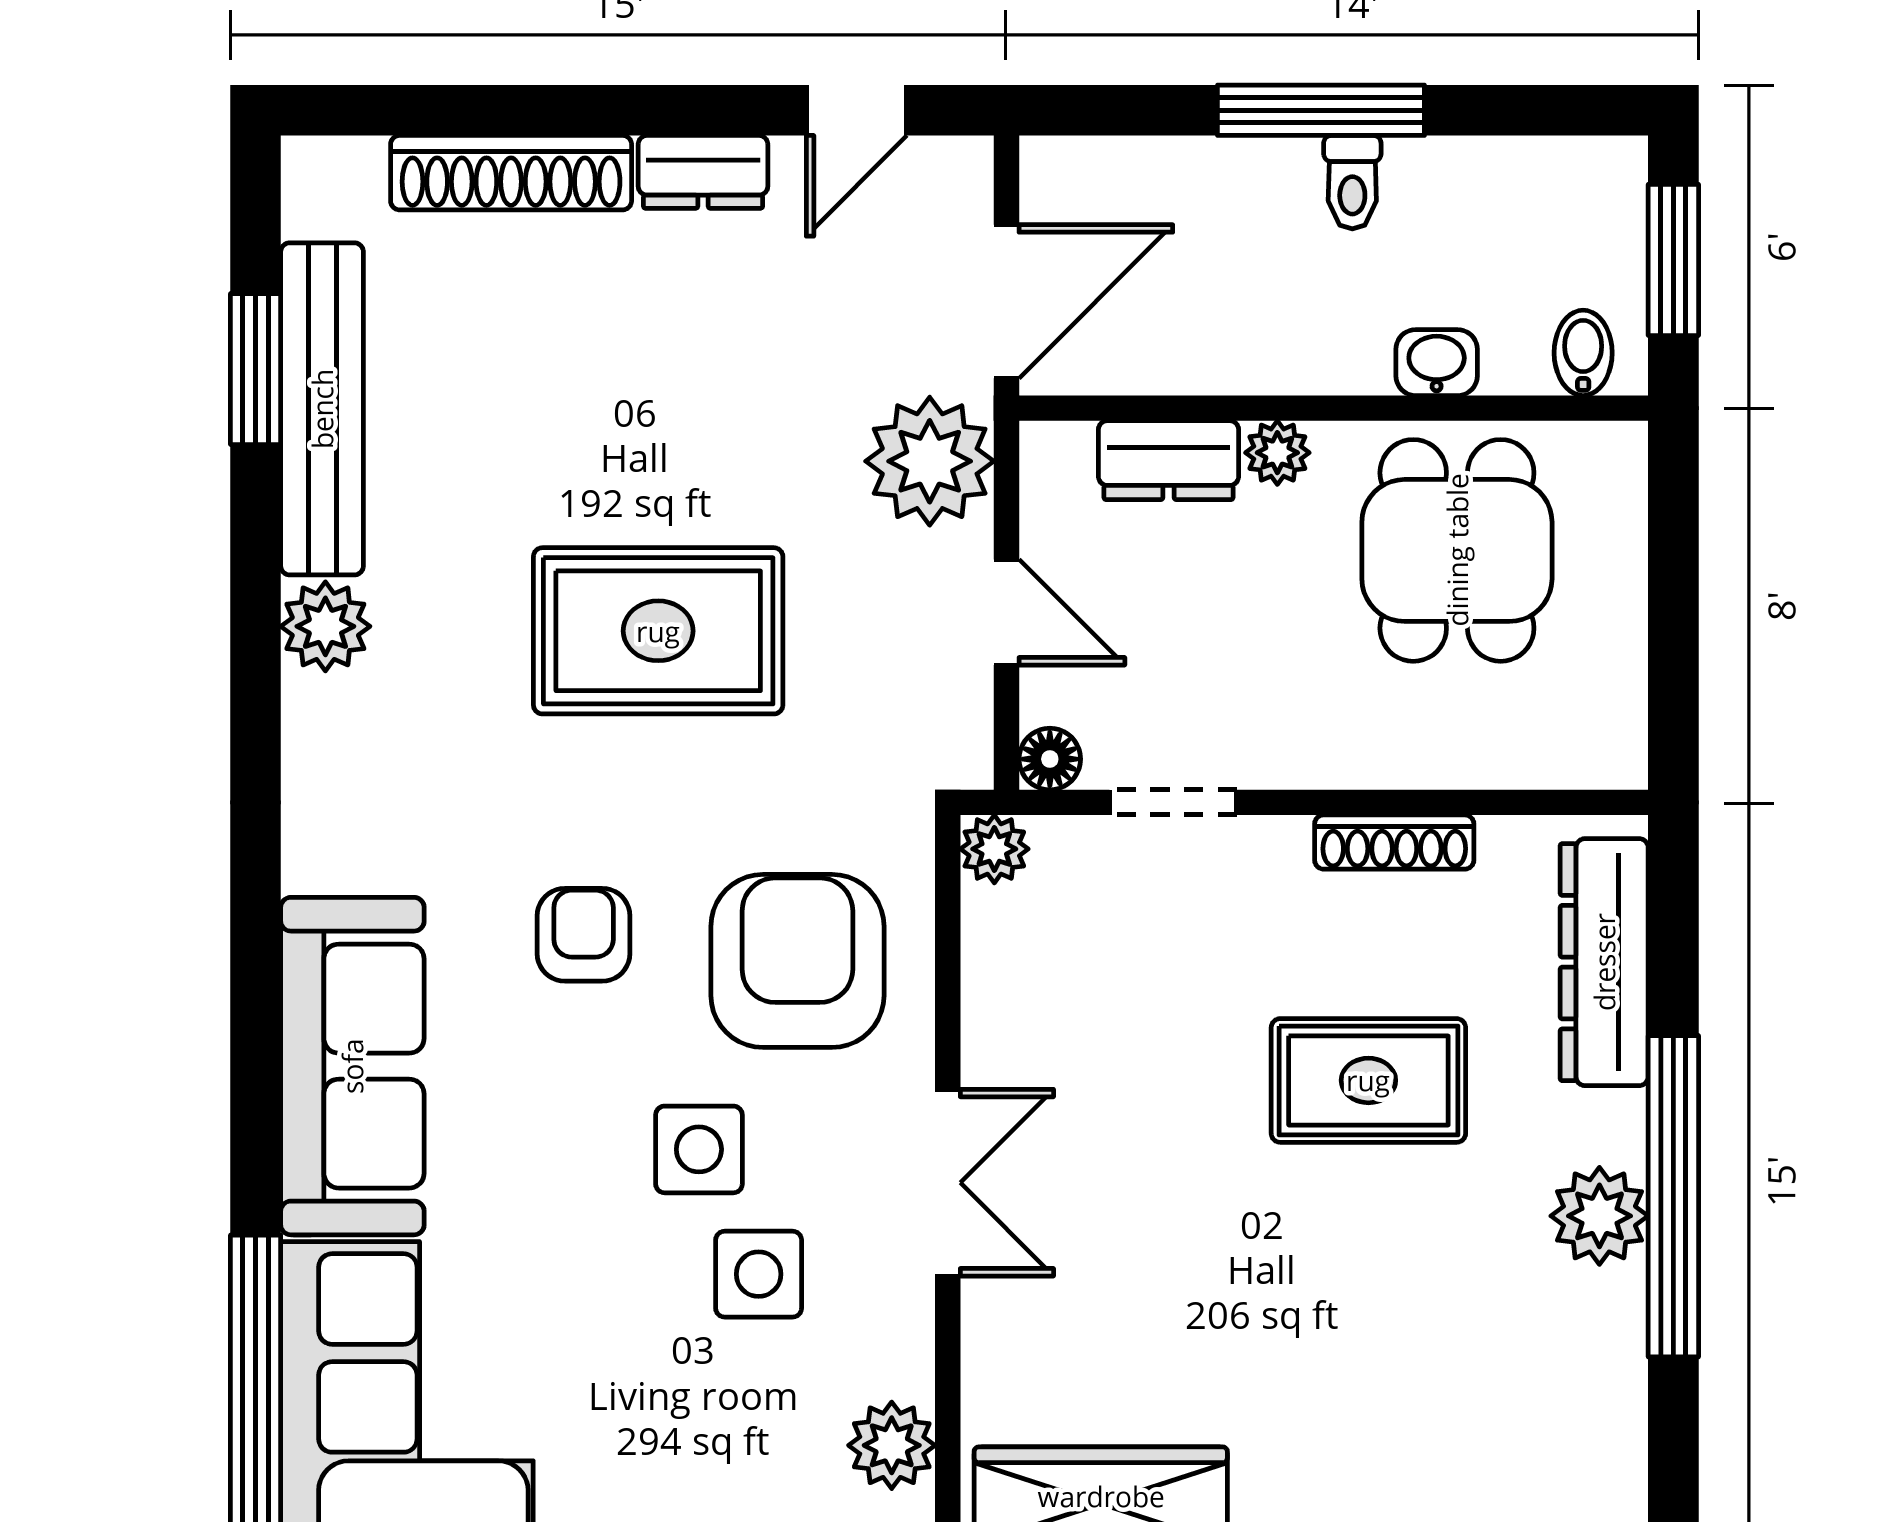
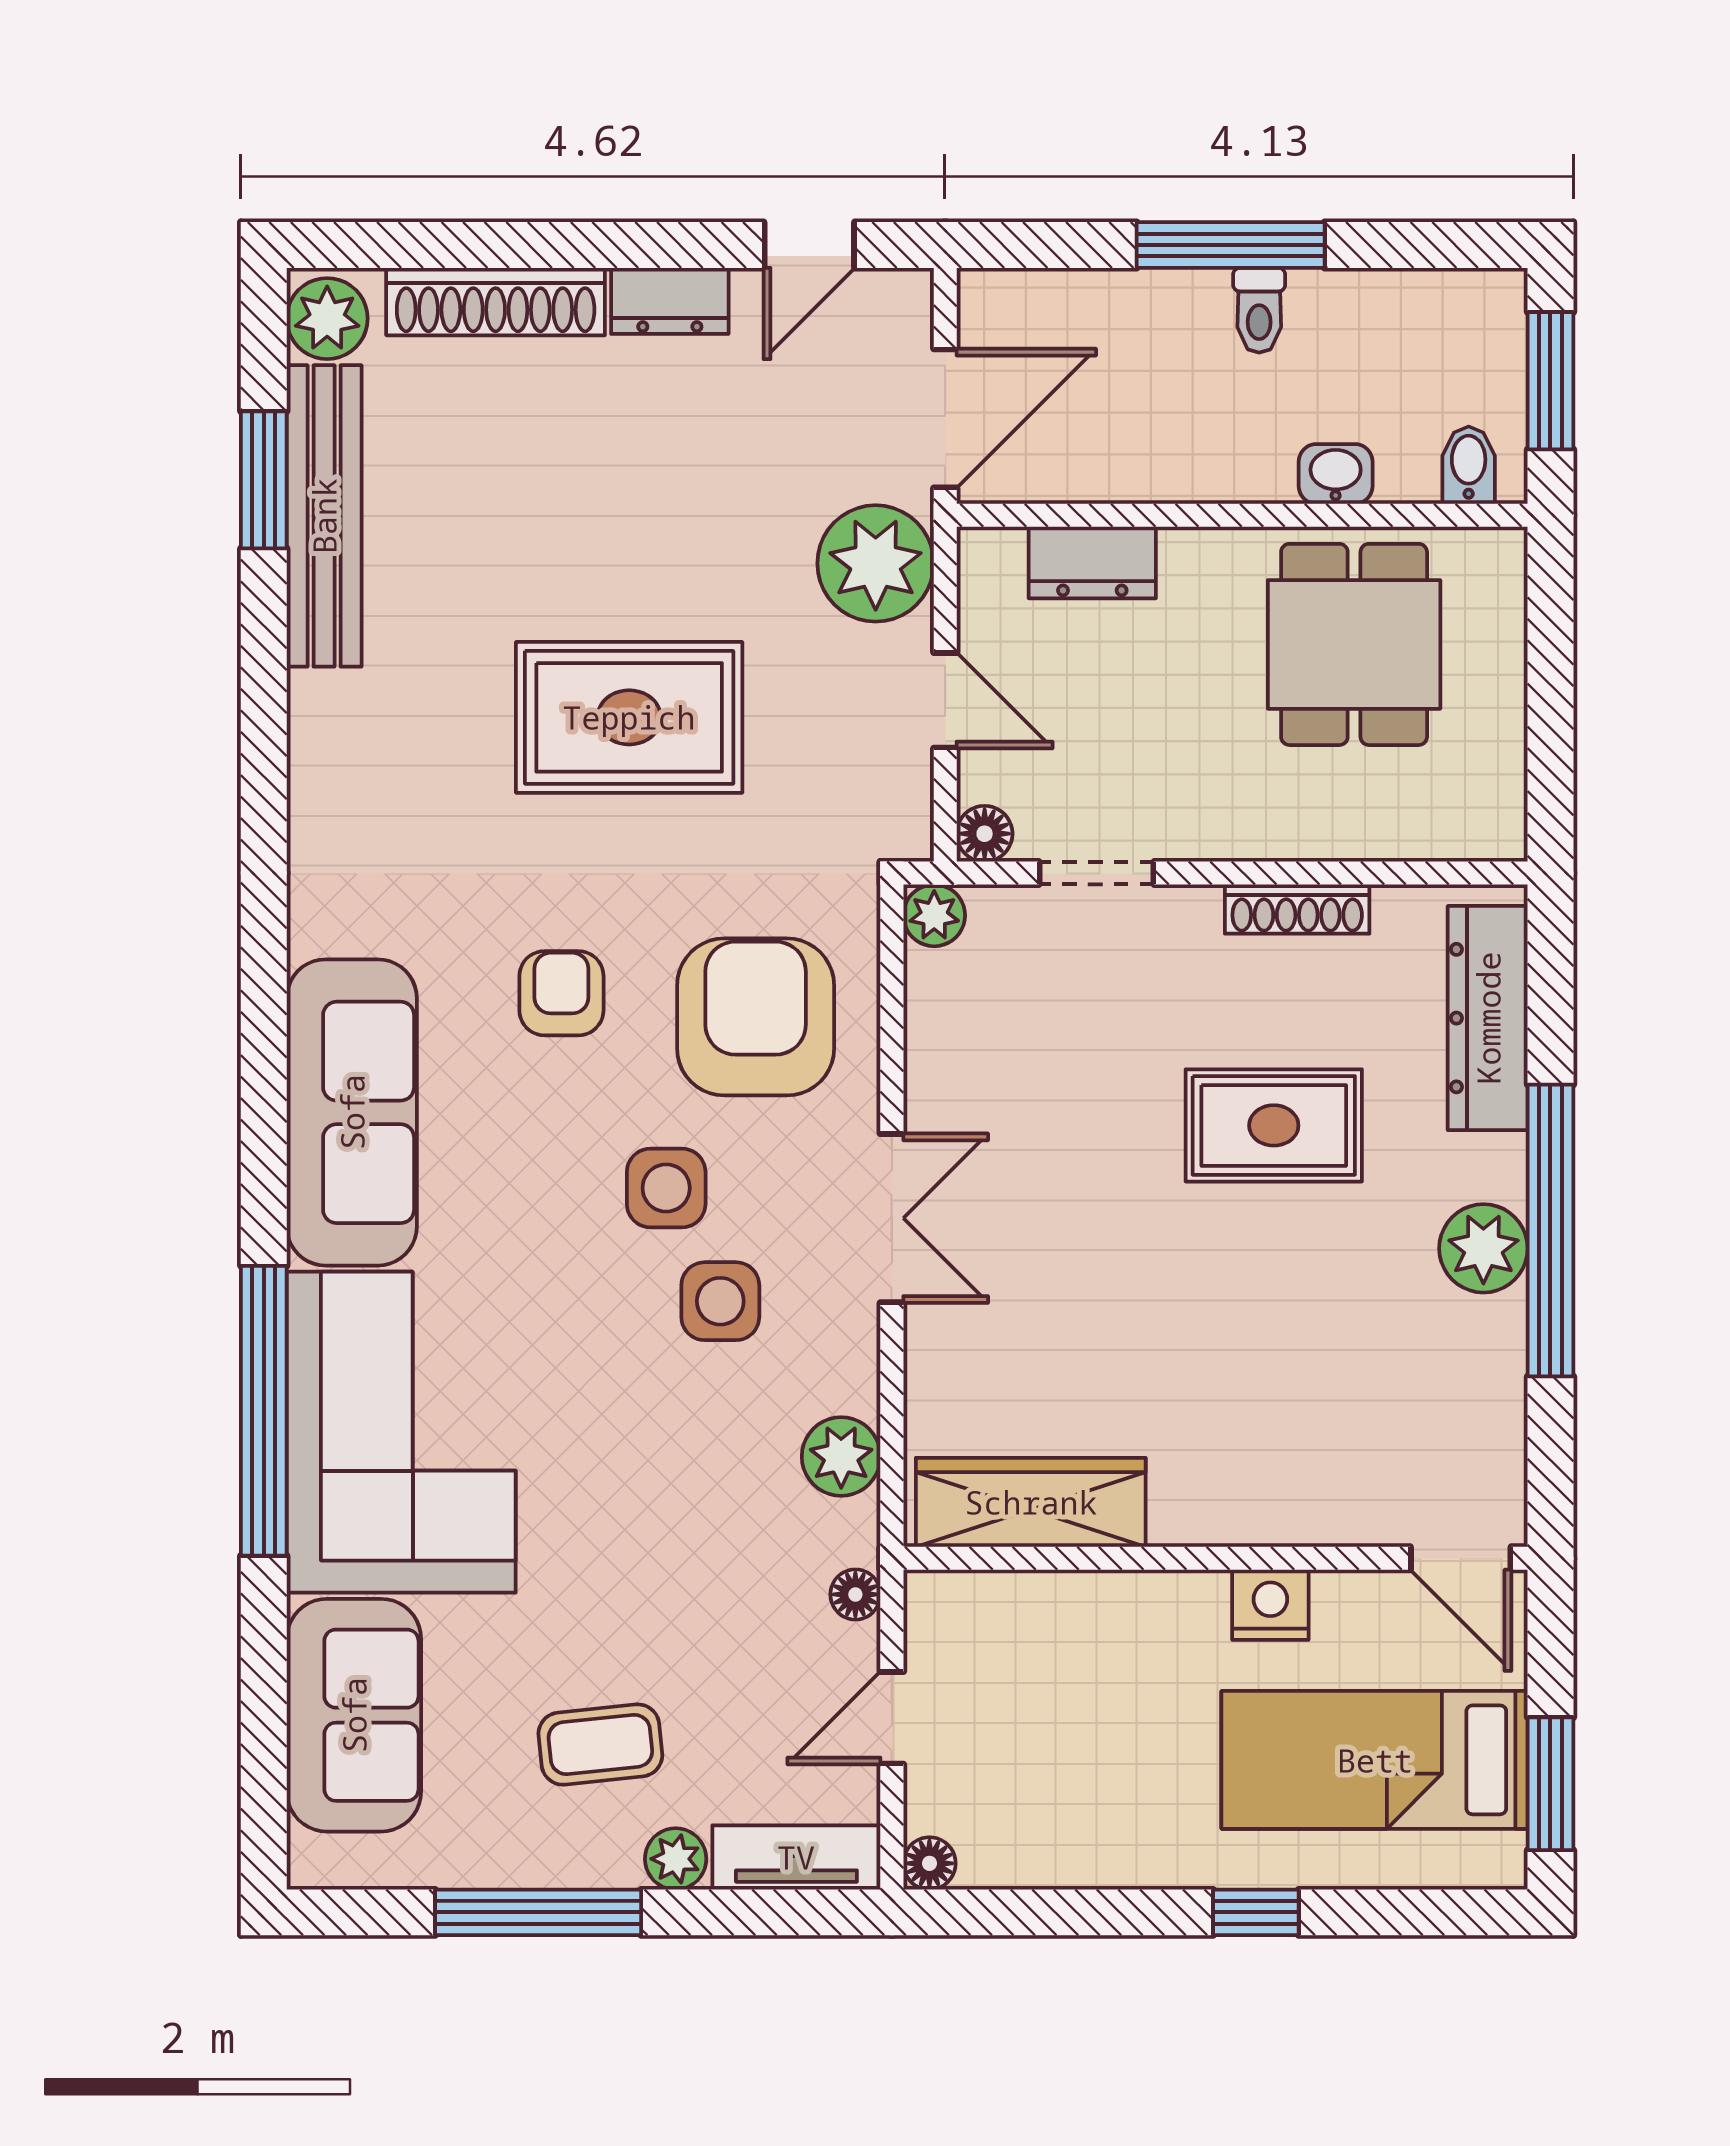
plant: (1277, 453) -> (1191, 556), removed
plant: (325, 626) -> (327, 319), moved

